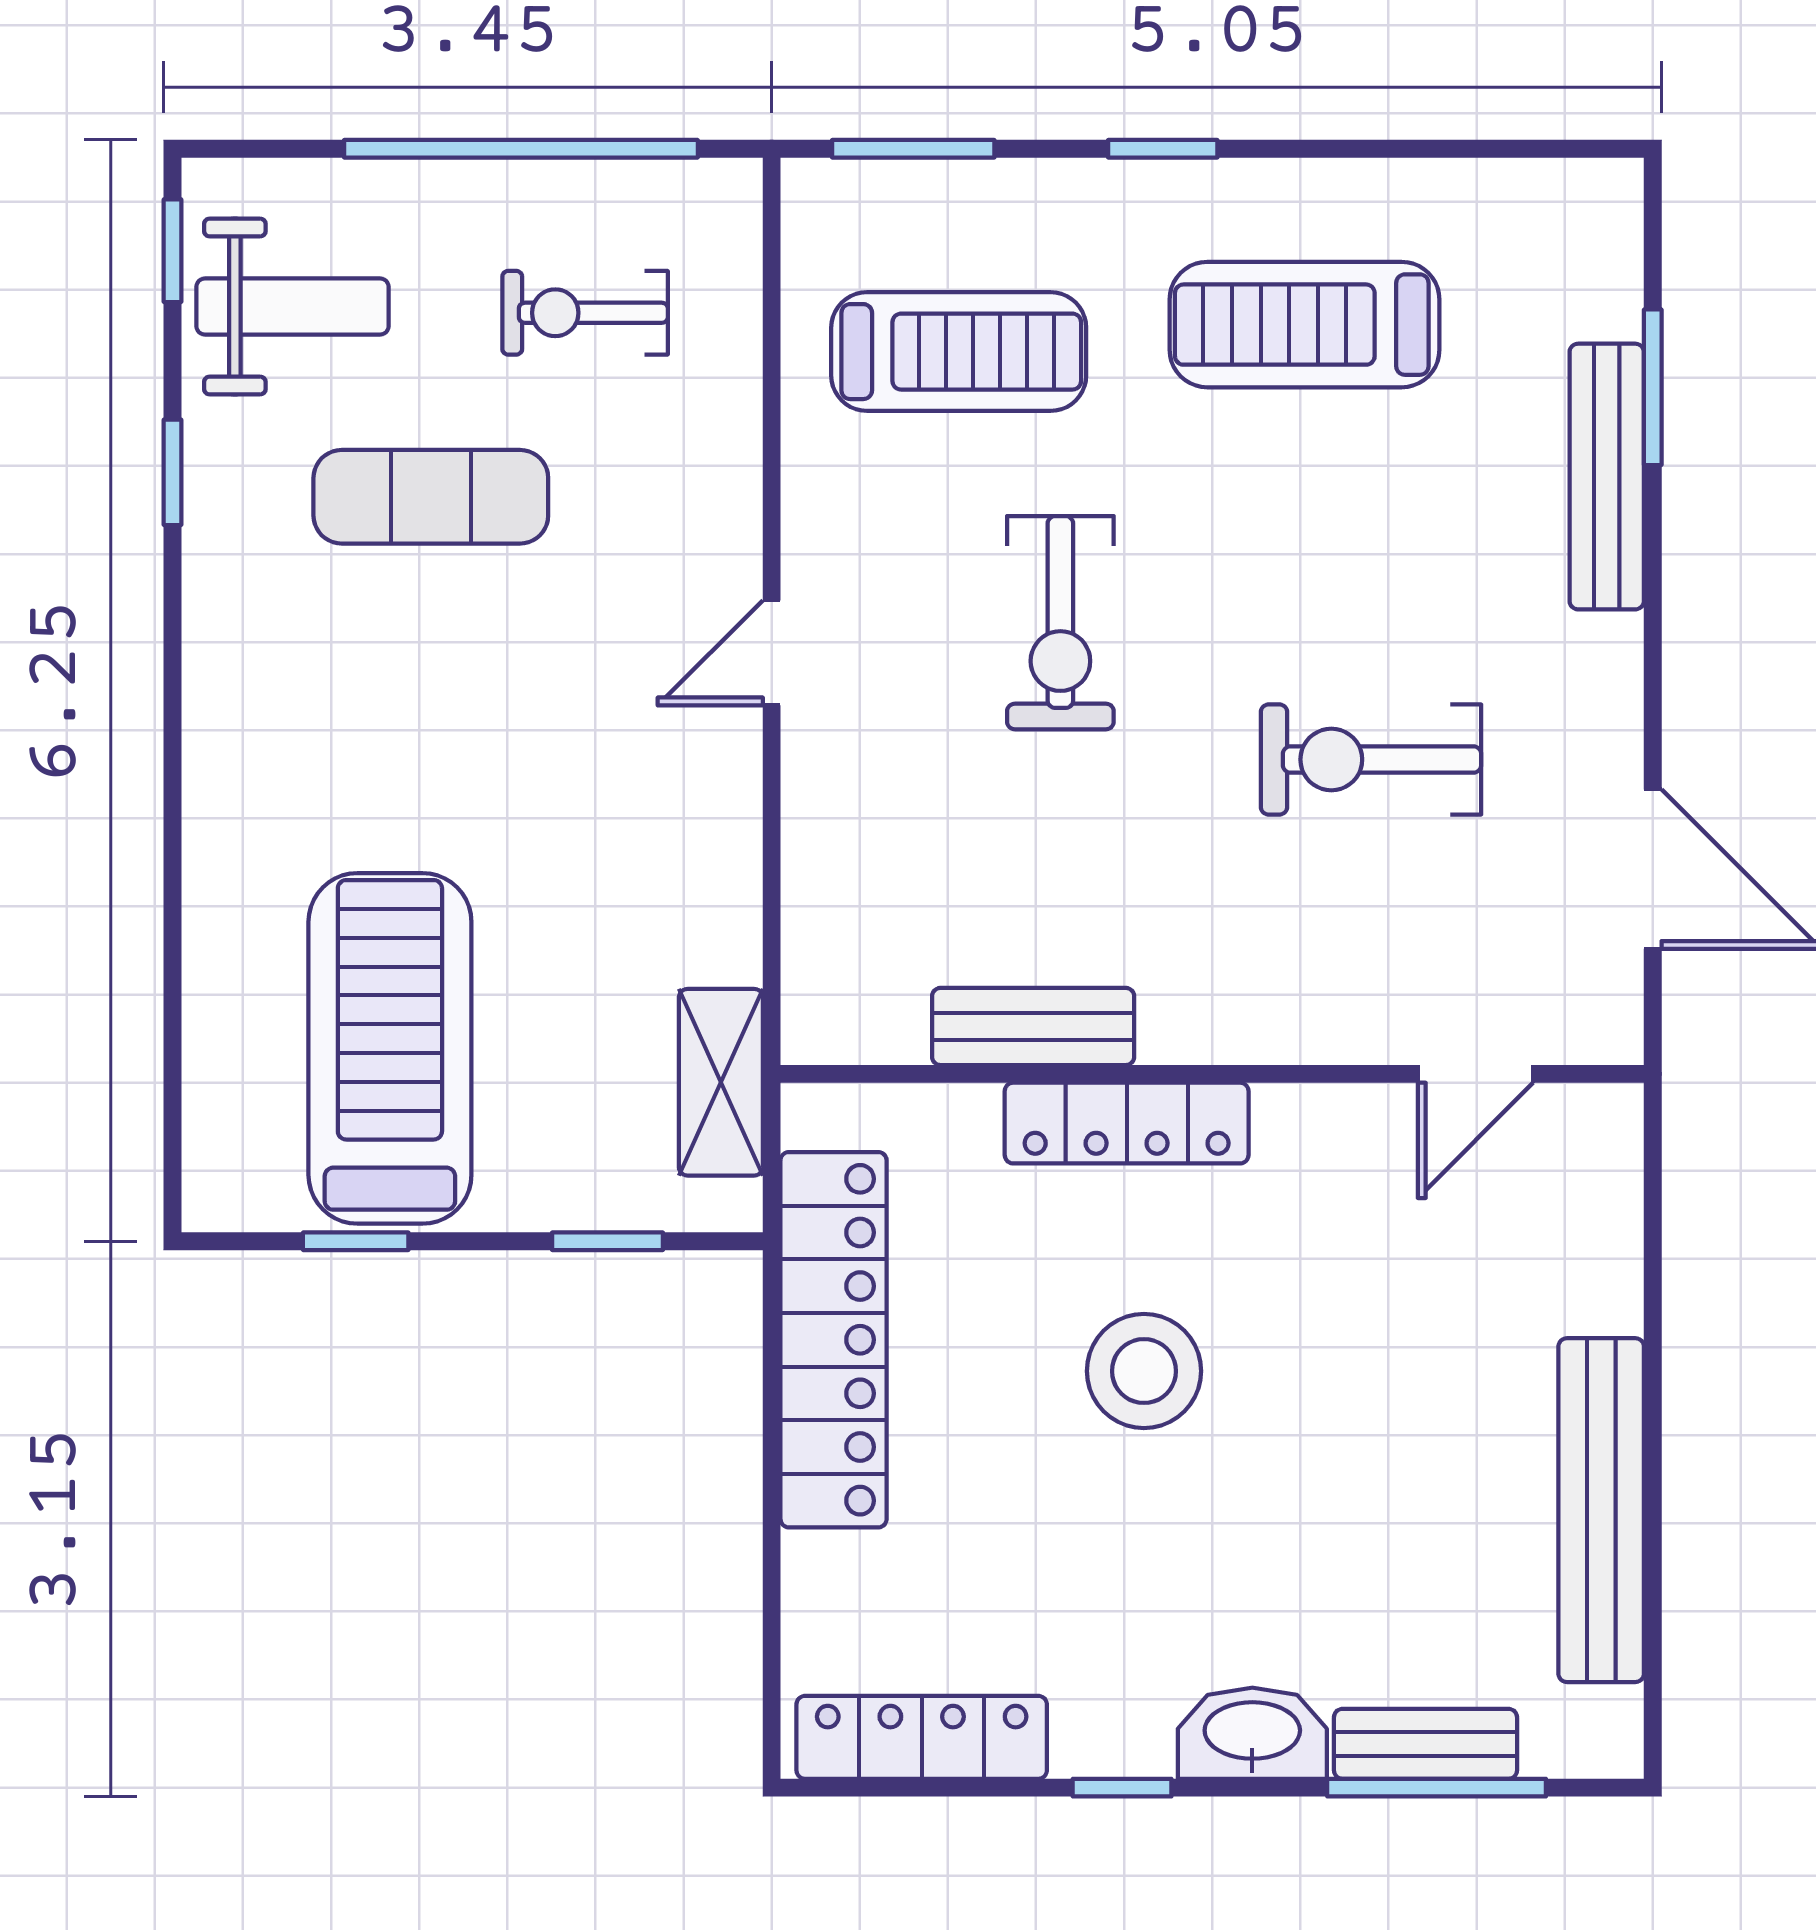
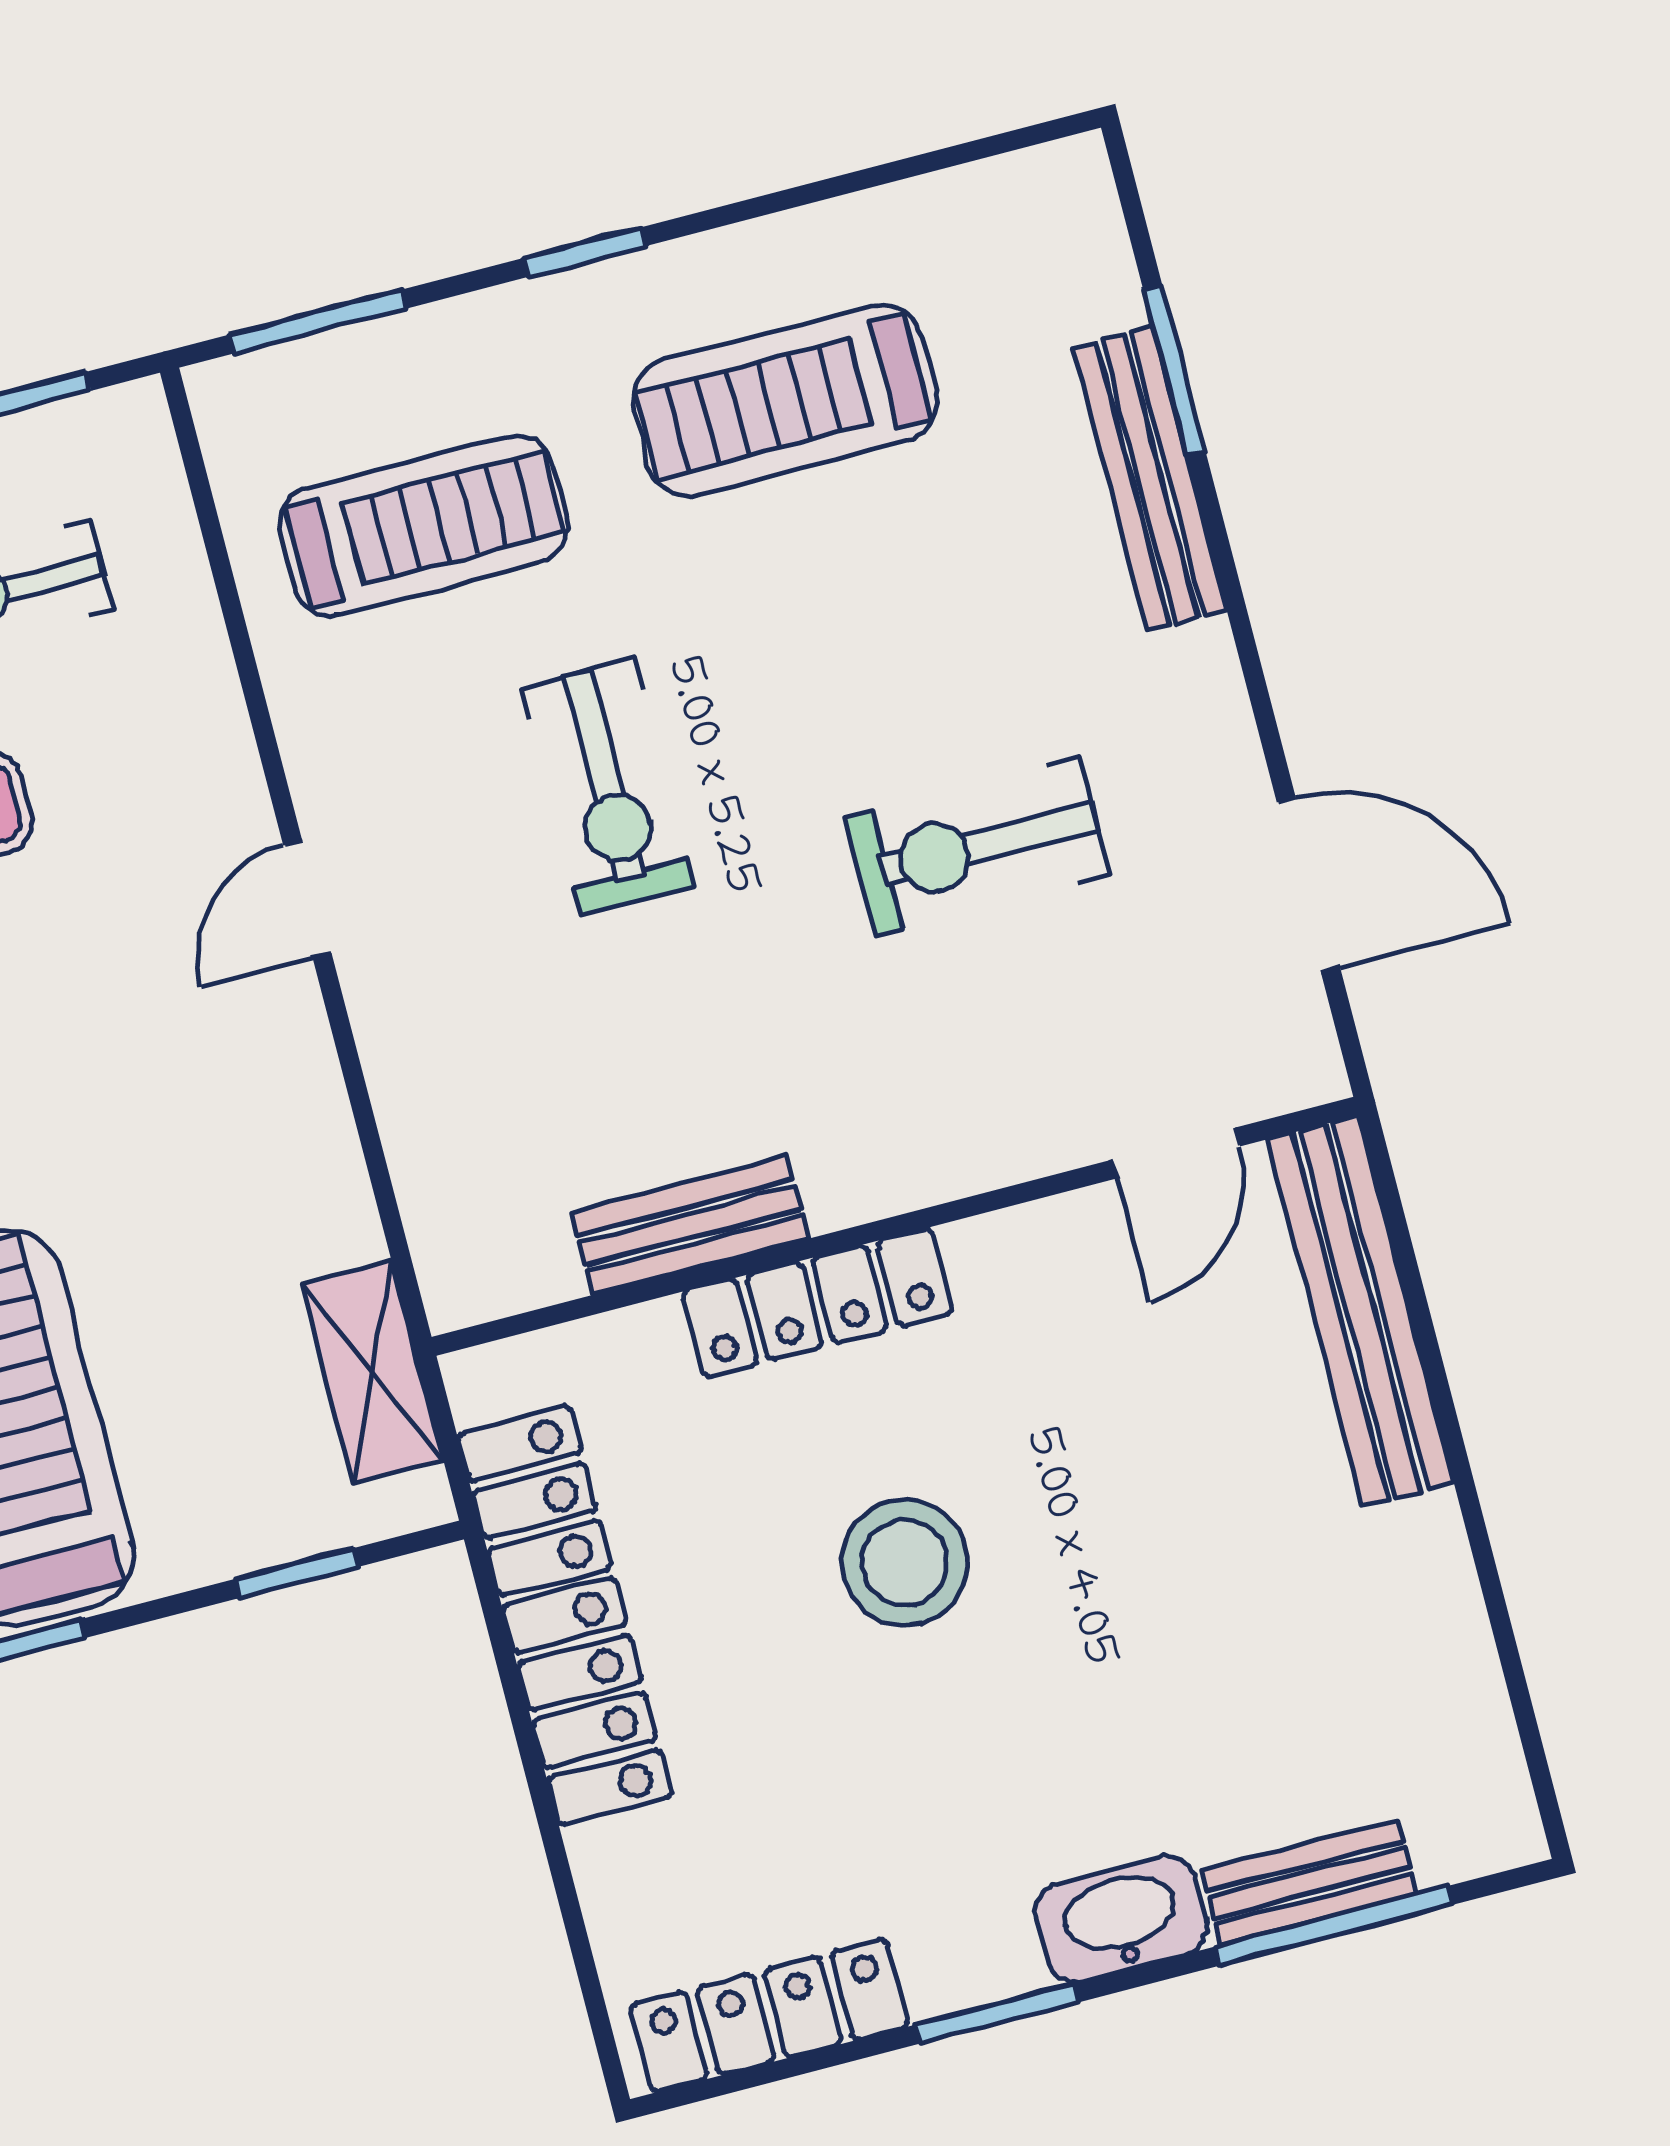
bench: (1601, 1510) -> (1361, 1311), moved
window: (1122, 1788) -> (997, 2013), width x1.50

